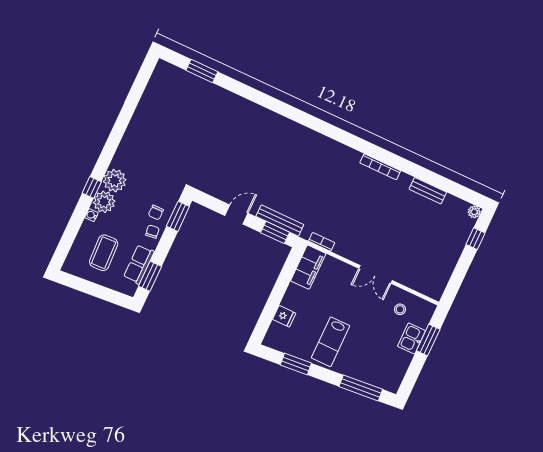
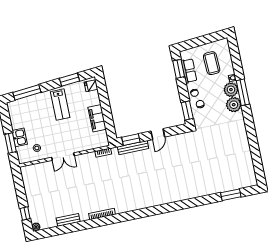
window: (92, 187) -> (243, 92), width x2.17
filing cabinet: (308, 267) -> (97, 118), moved
double door: (375, 274) -> (63, 157), swing flipped
fridge: (284, 316) -> (91, 86), moved
lab bench: (331, 342) -> (60, 105), turned 180

